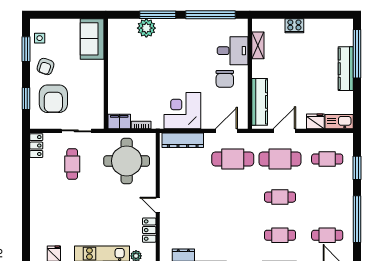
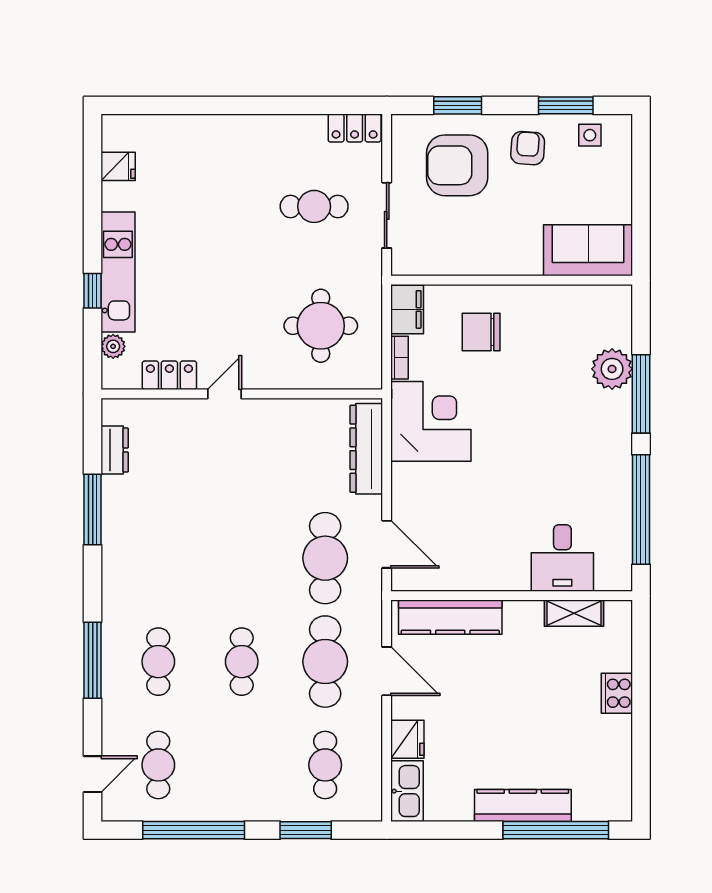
armchair: (46, 67) -> (528, 148), turned 75
chair: (225, 79) -> (481, 332), moved
corner desk: (182, 111) -> (431, 421), moved
round table: (127, 161) -> (321, 326), width x0.73, depth x0.73

